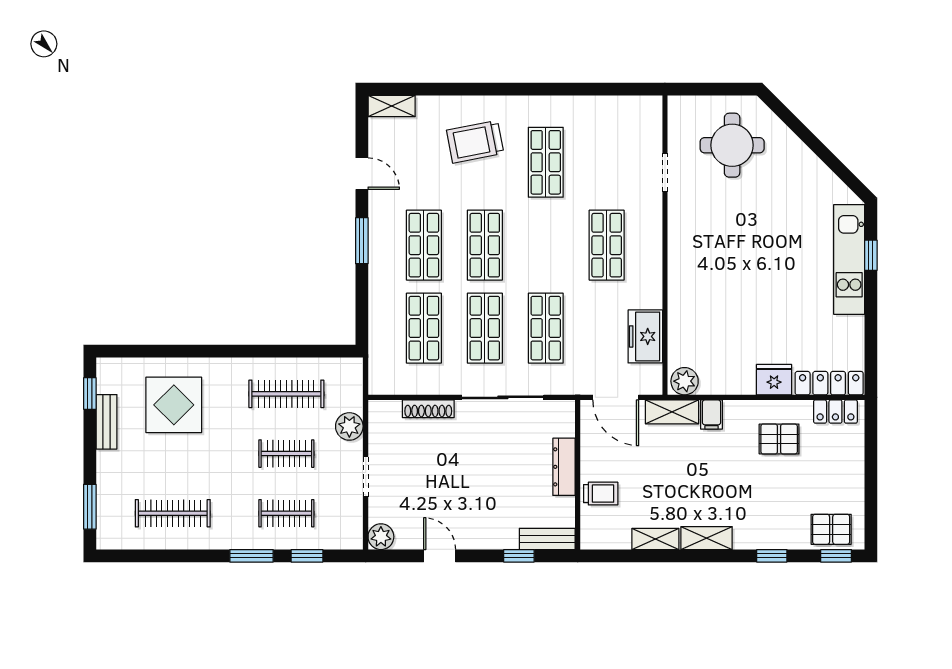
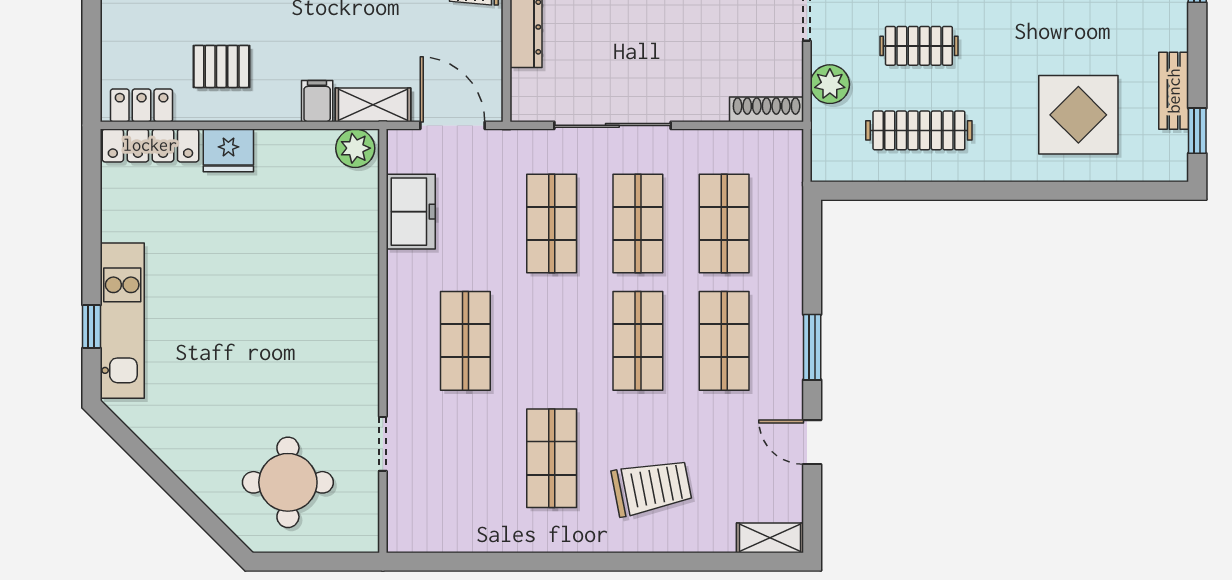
shoe rack: (428, 409) -> (767, 109), moved

